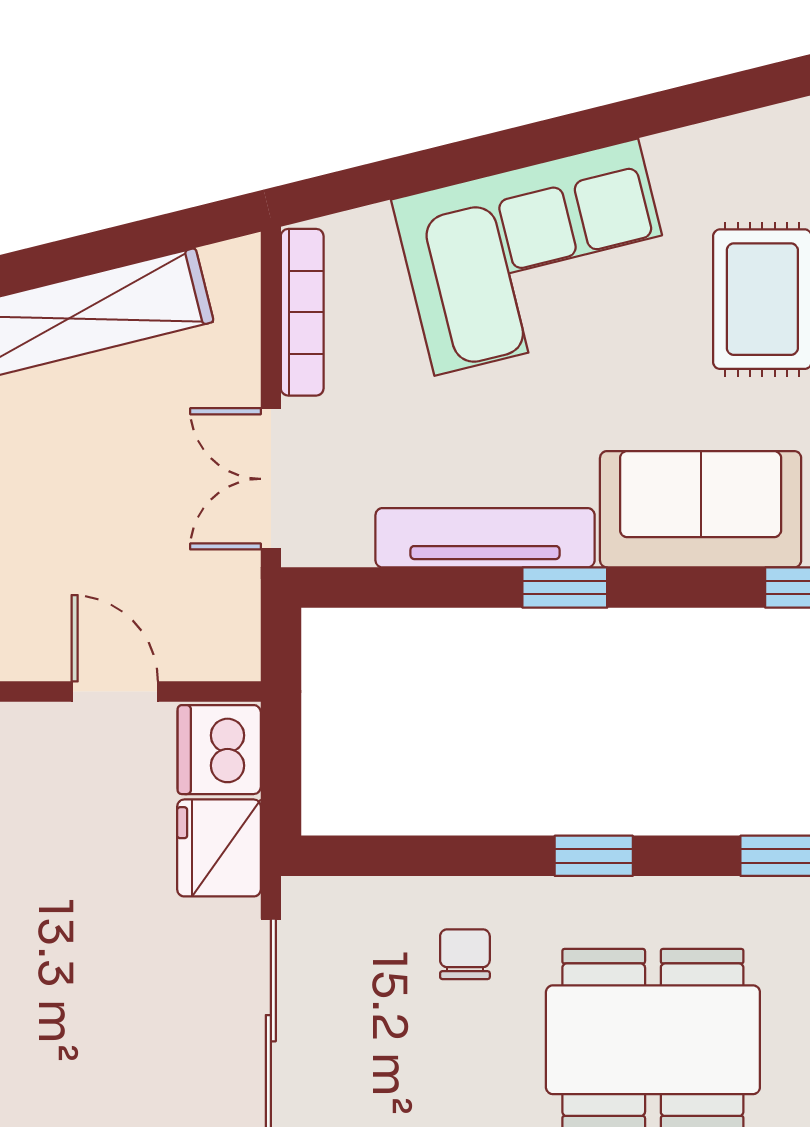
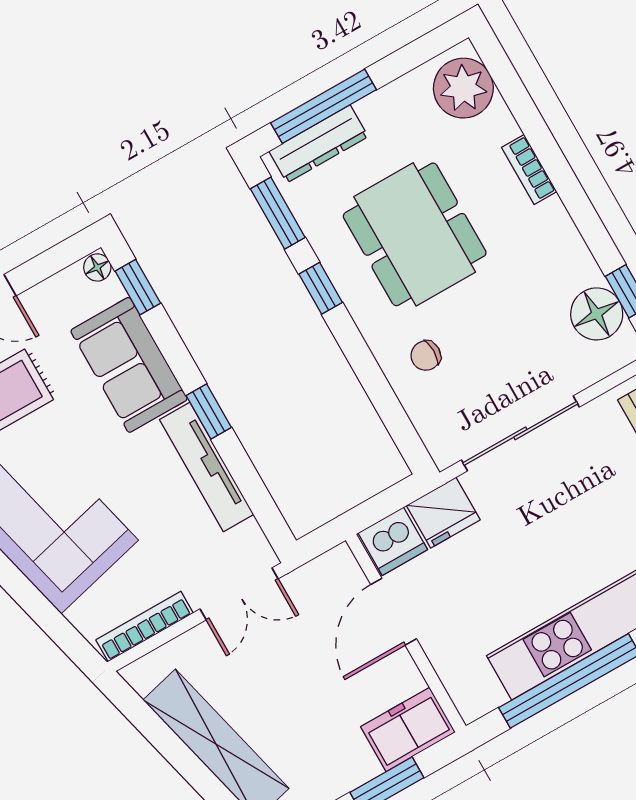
door: (115, 692) -> (394, 612), width x1.38
window: (594, 856) -> (321, 288), moved

